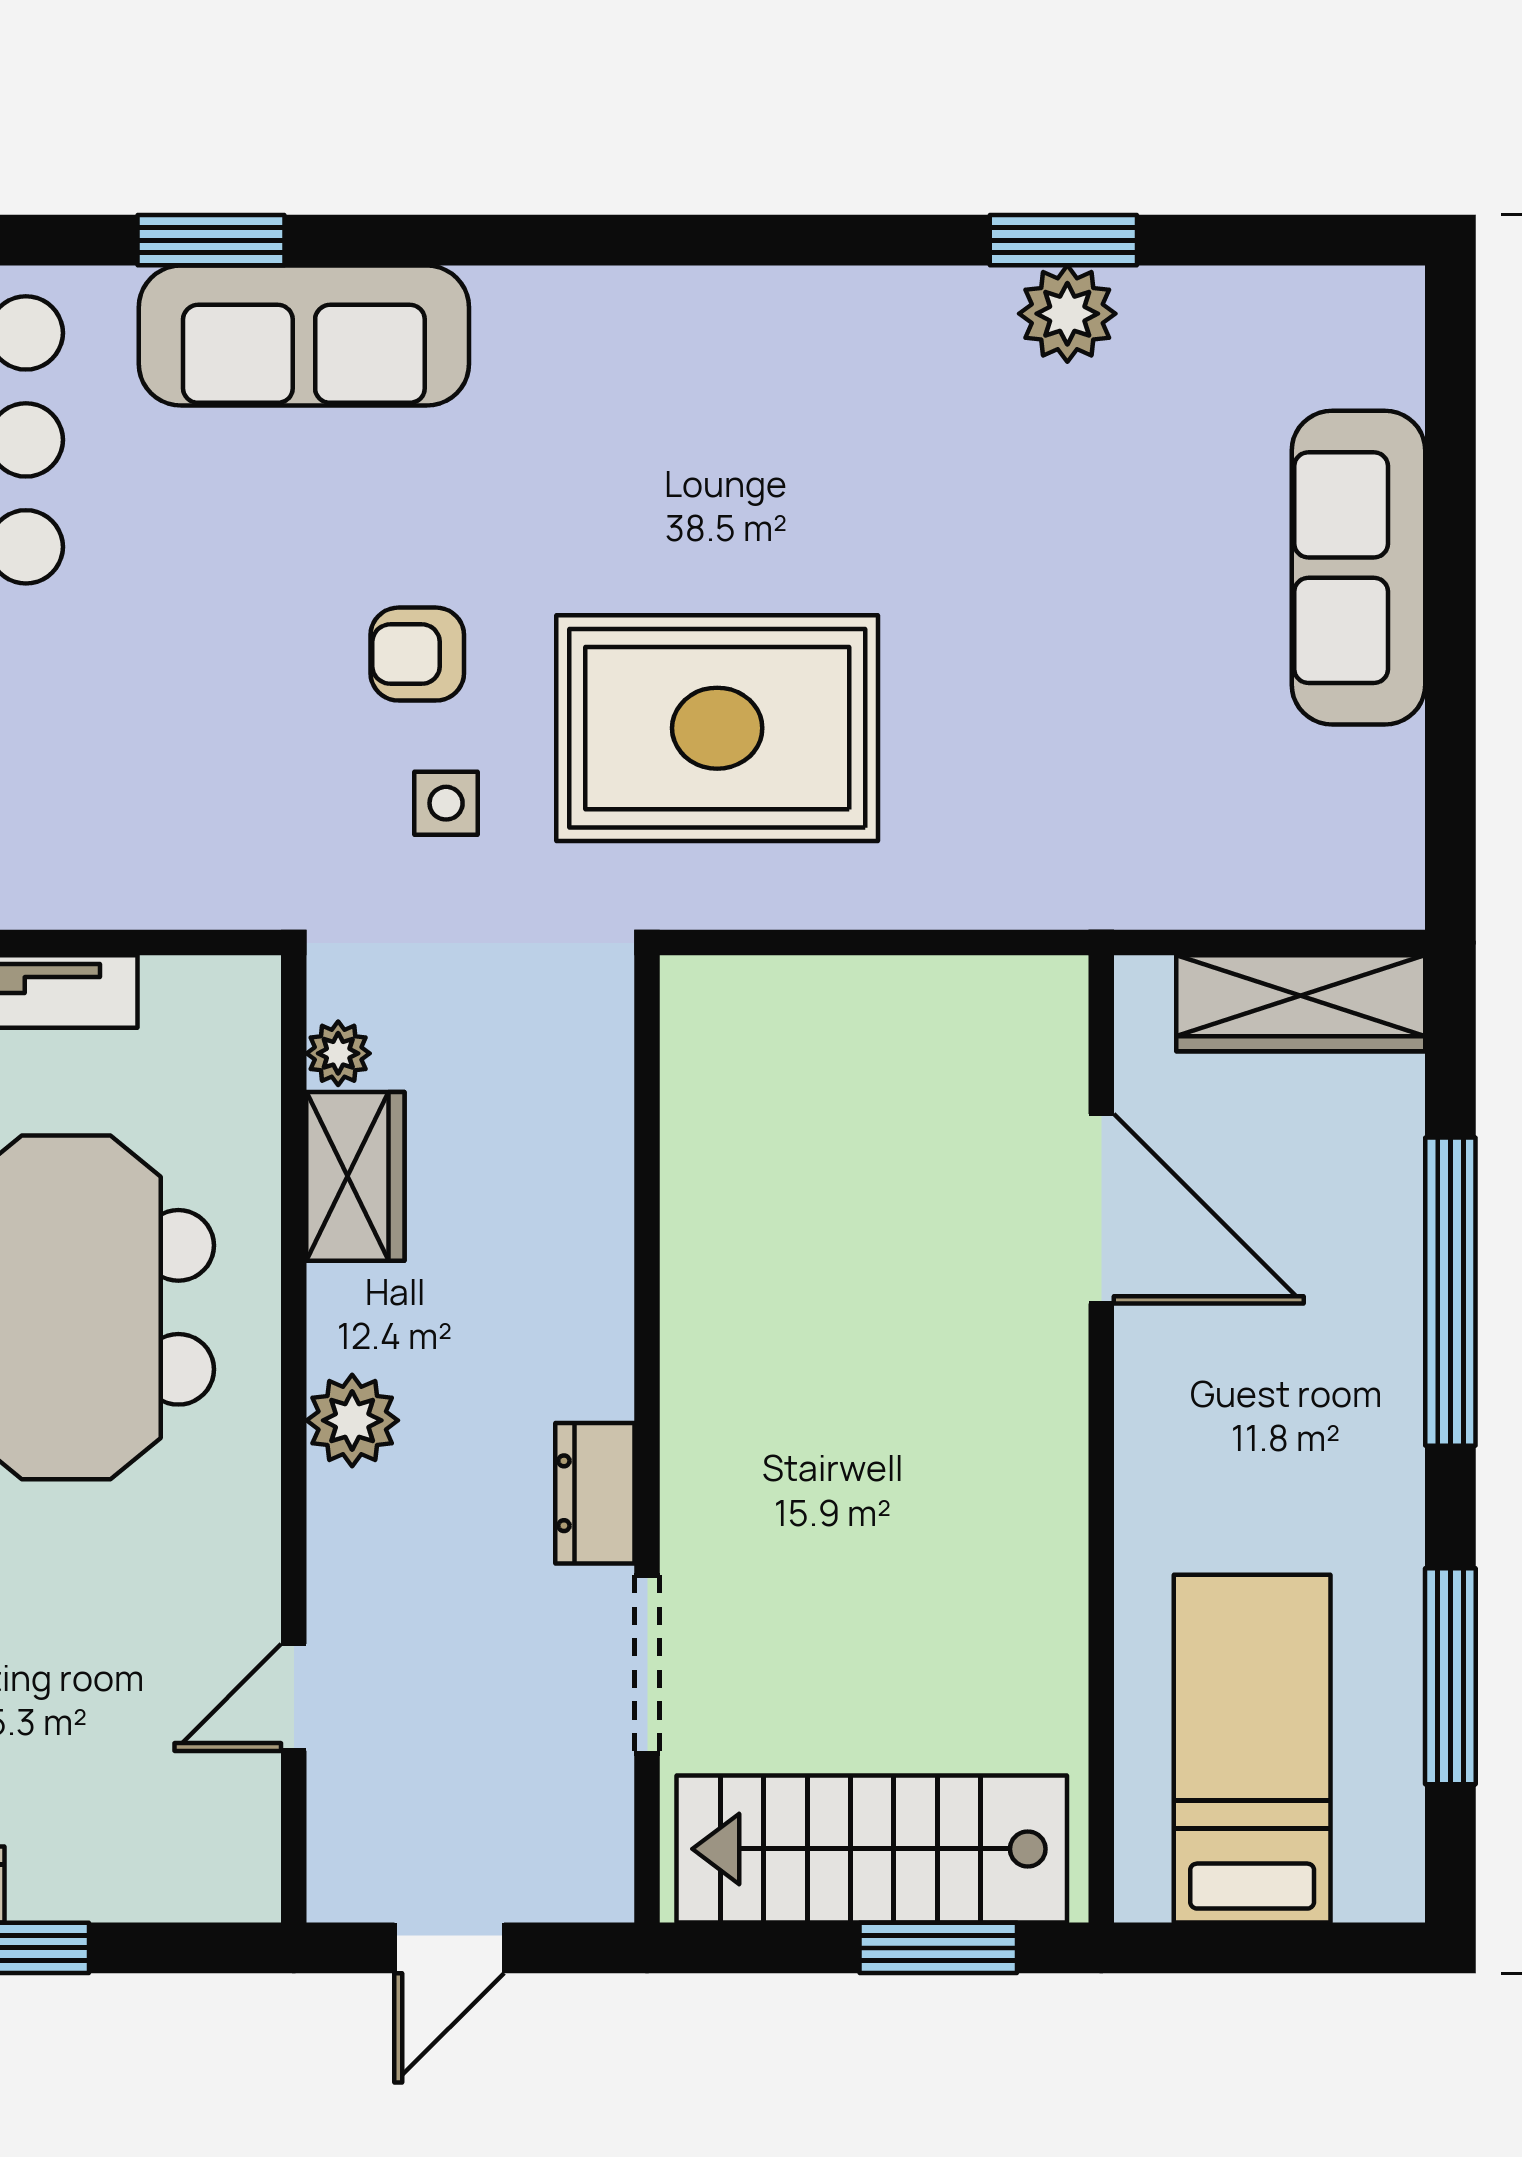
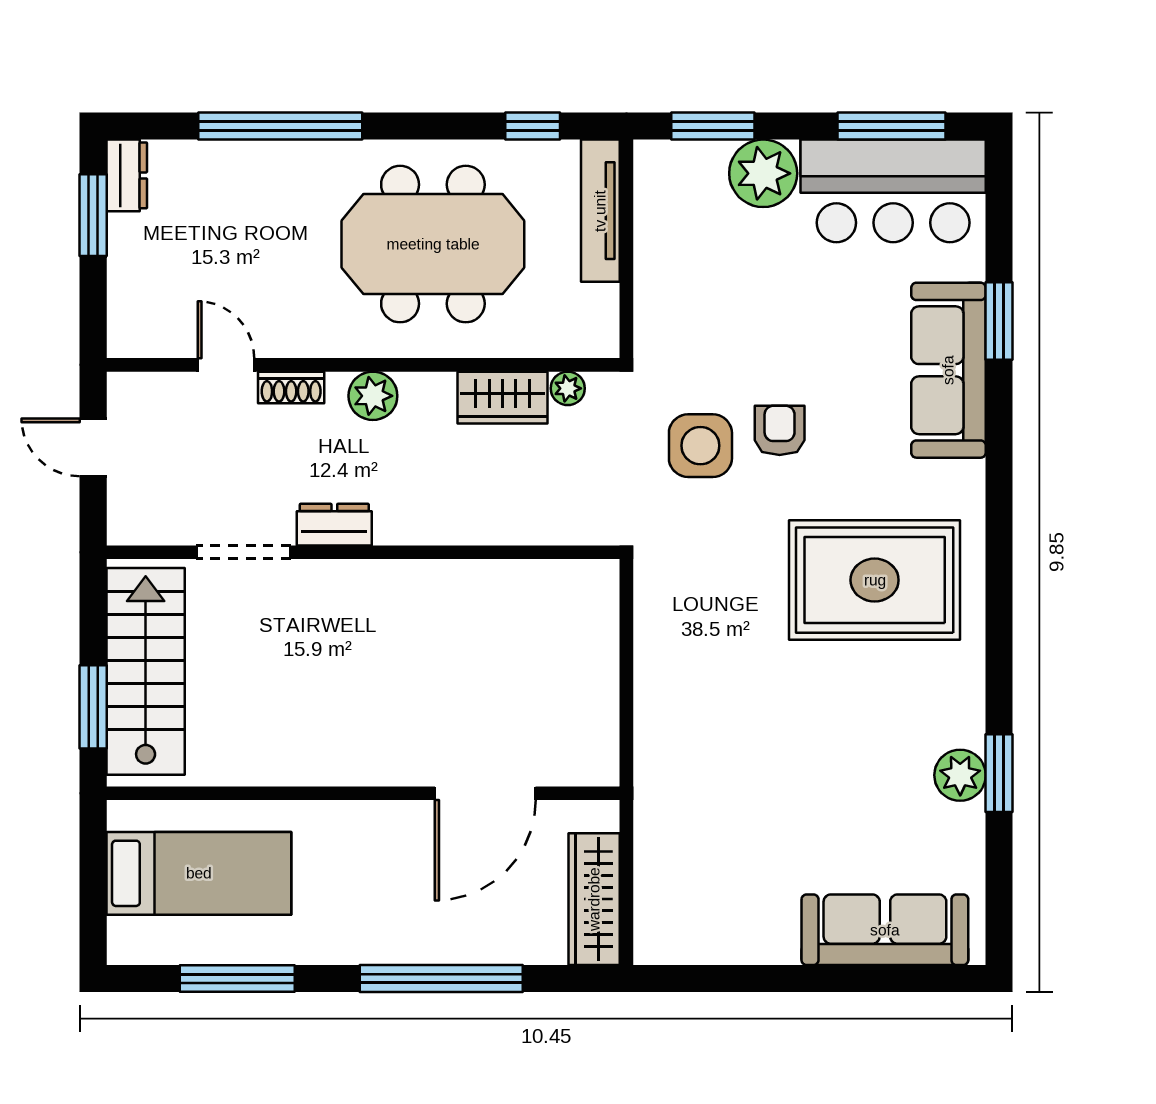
sofa: (1358, 568) -> (885, 930), moved
rug: (717, 728) -> (875, 580), moved, turned 90
side table: (446, 803) -> (700, 446), width x1.87, depth x1.87
shoe rack: (336, 1575) -> (291, 388), added

